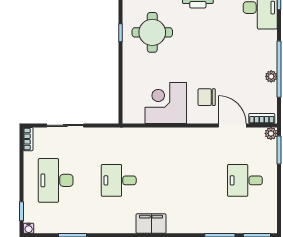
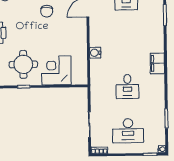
chair: (207, 97) -> (47, 11), moved
corner desk: (166, 103) -> (56, 70), moved, turned 90
water cooler: (167, 135) -> (95, 53), added

